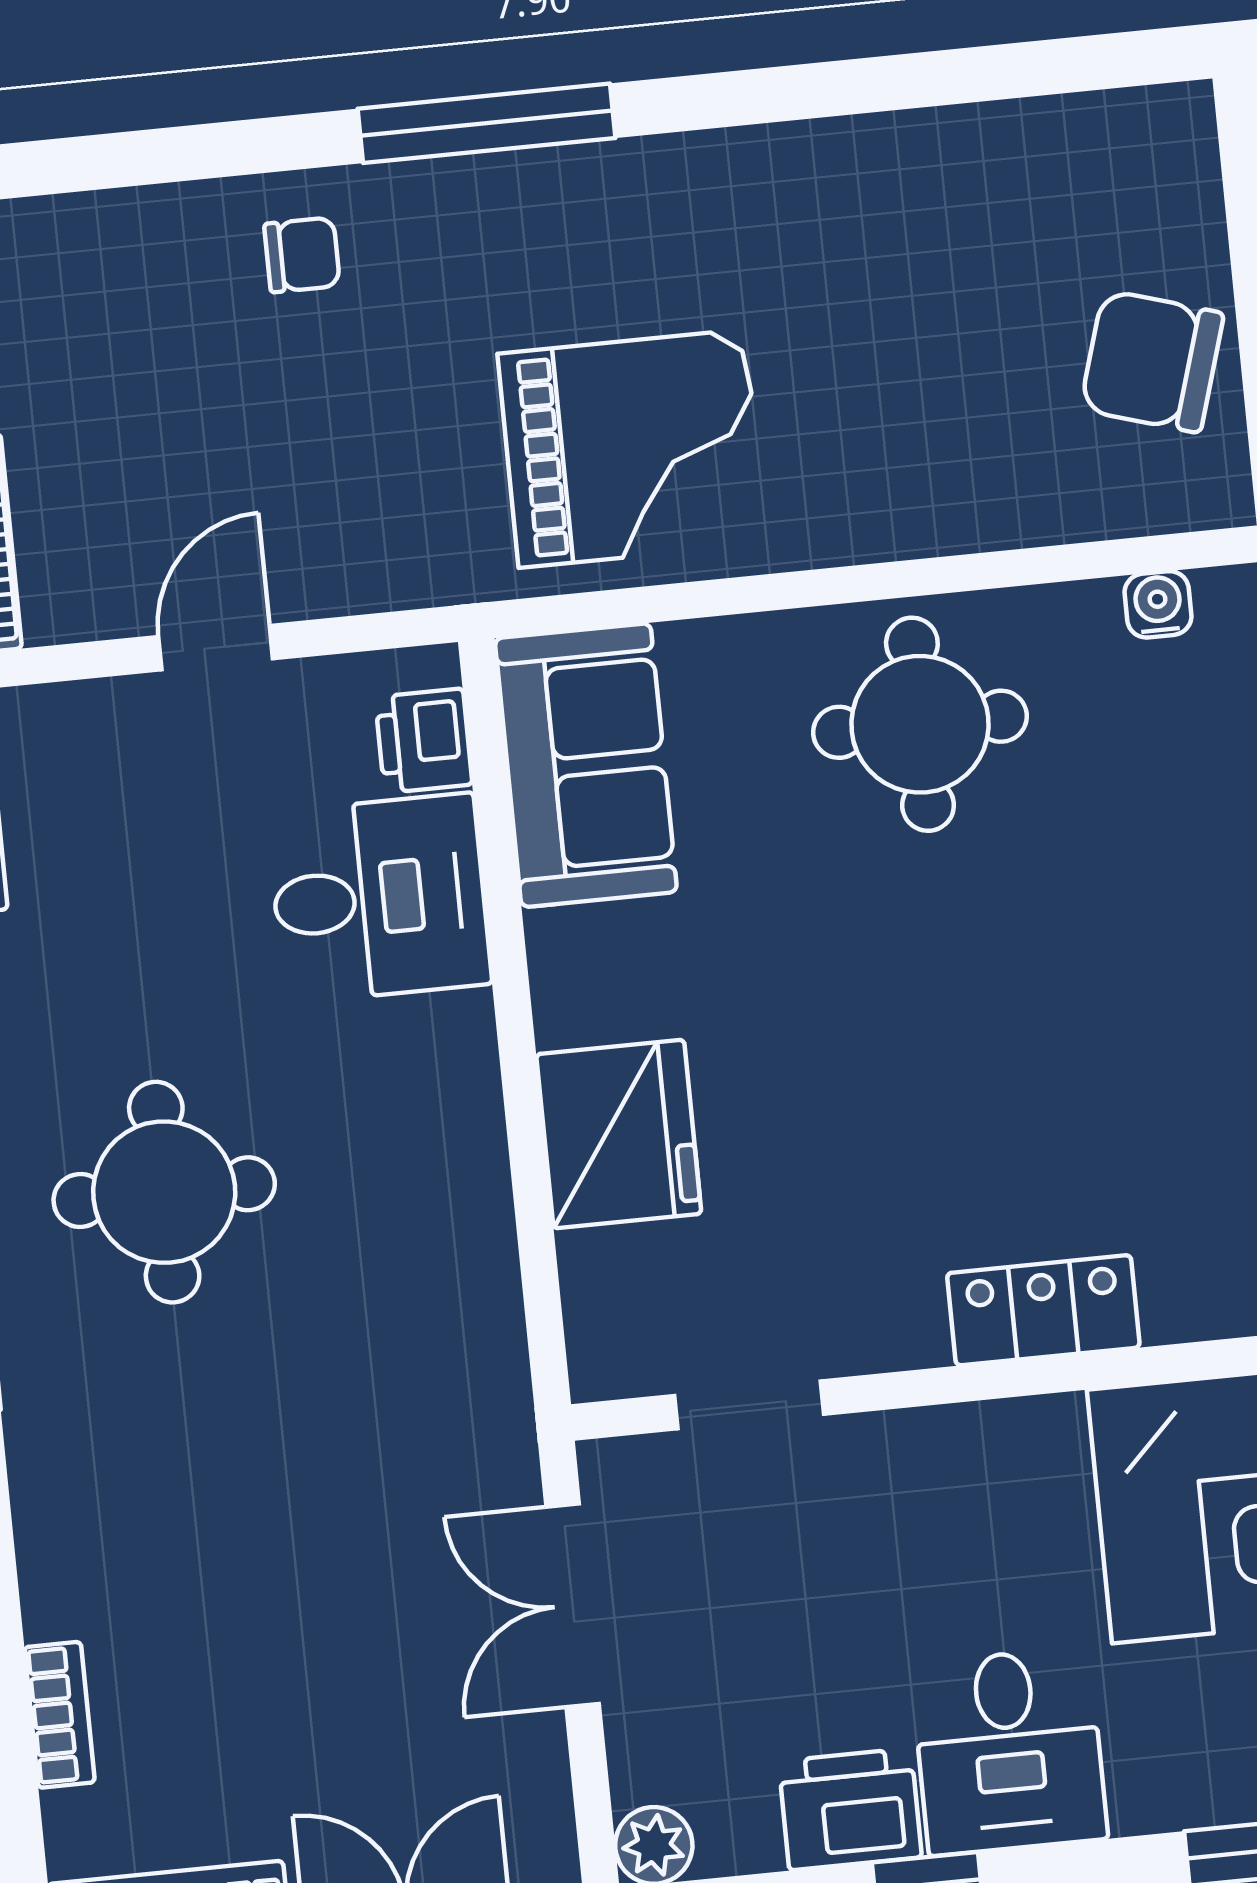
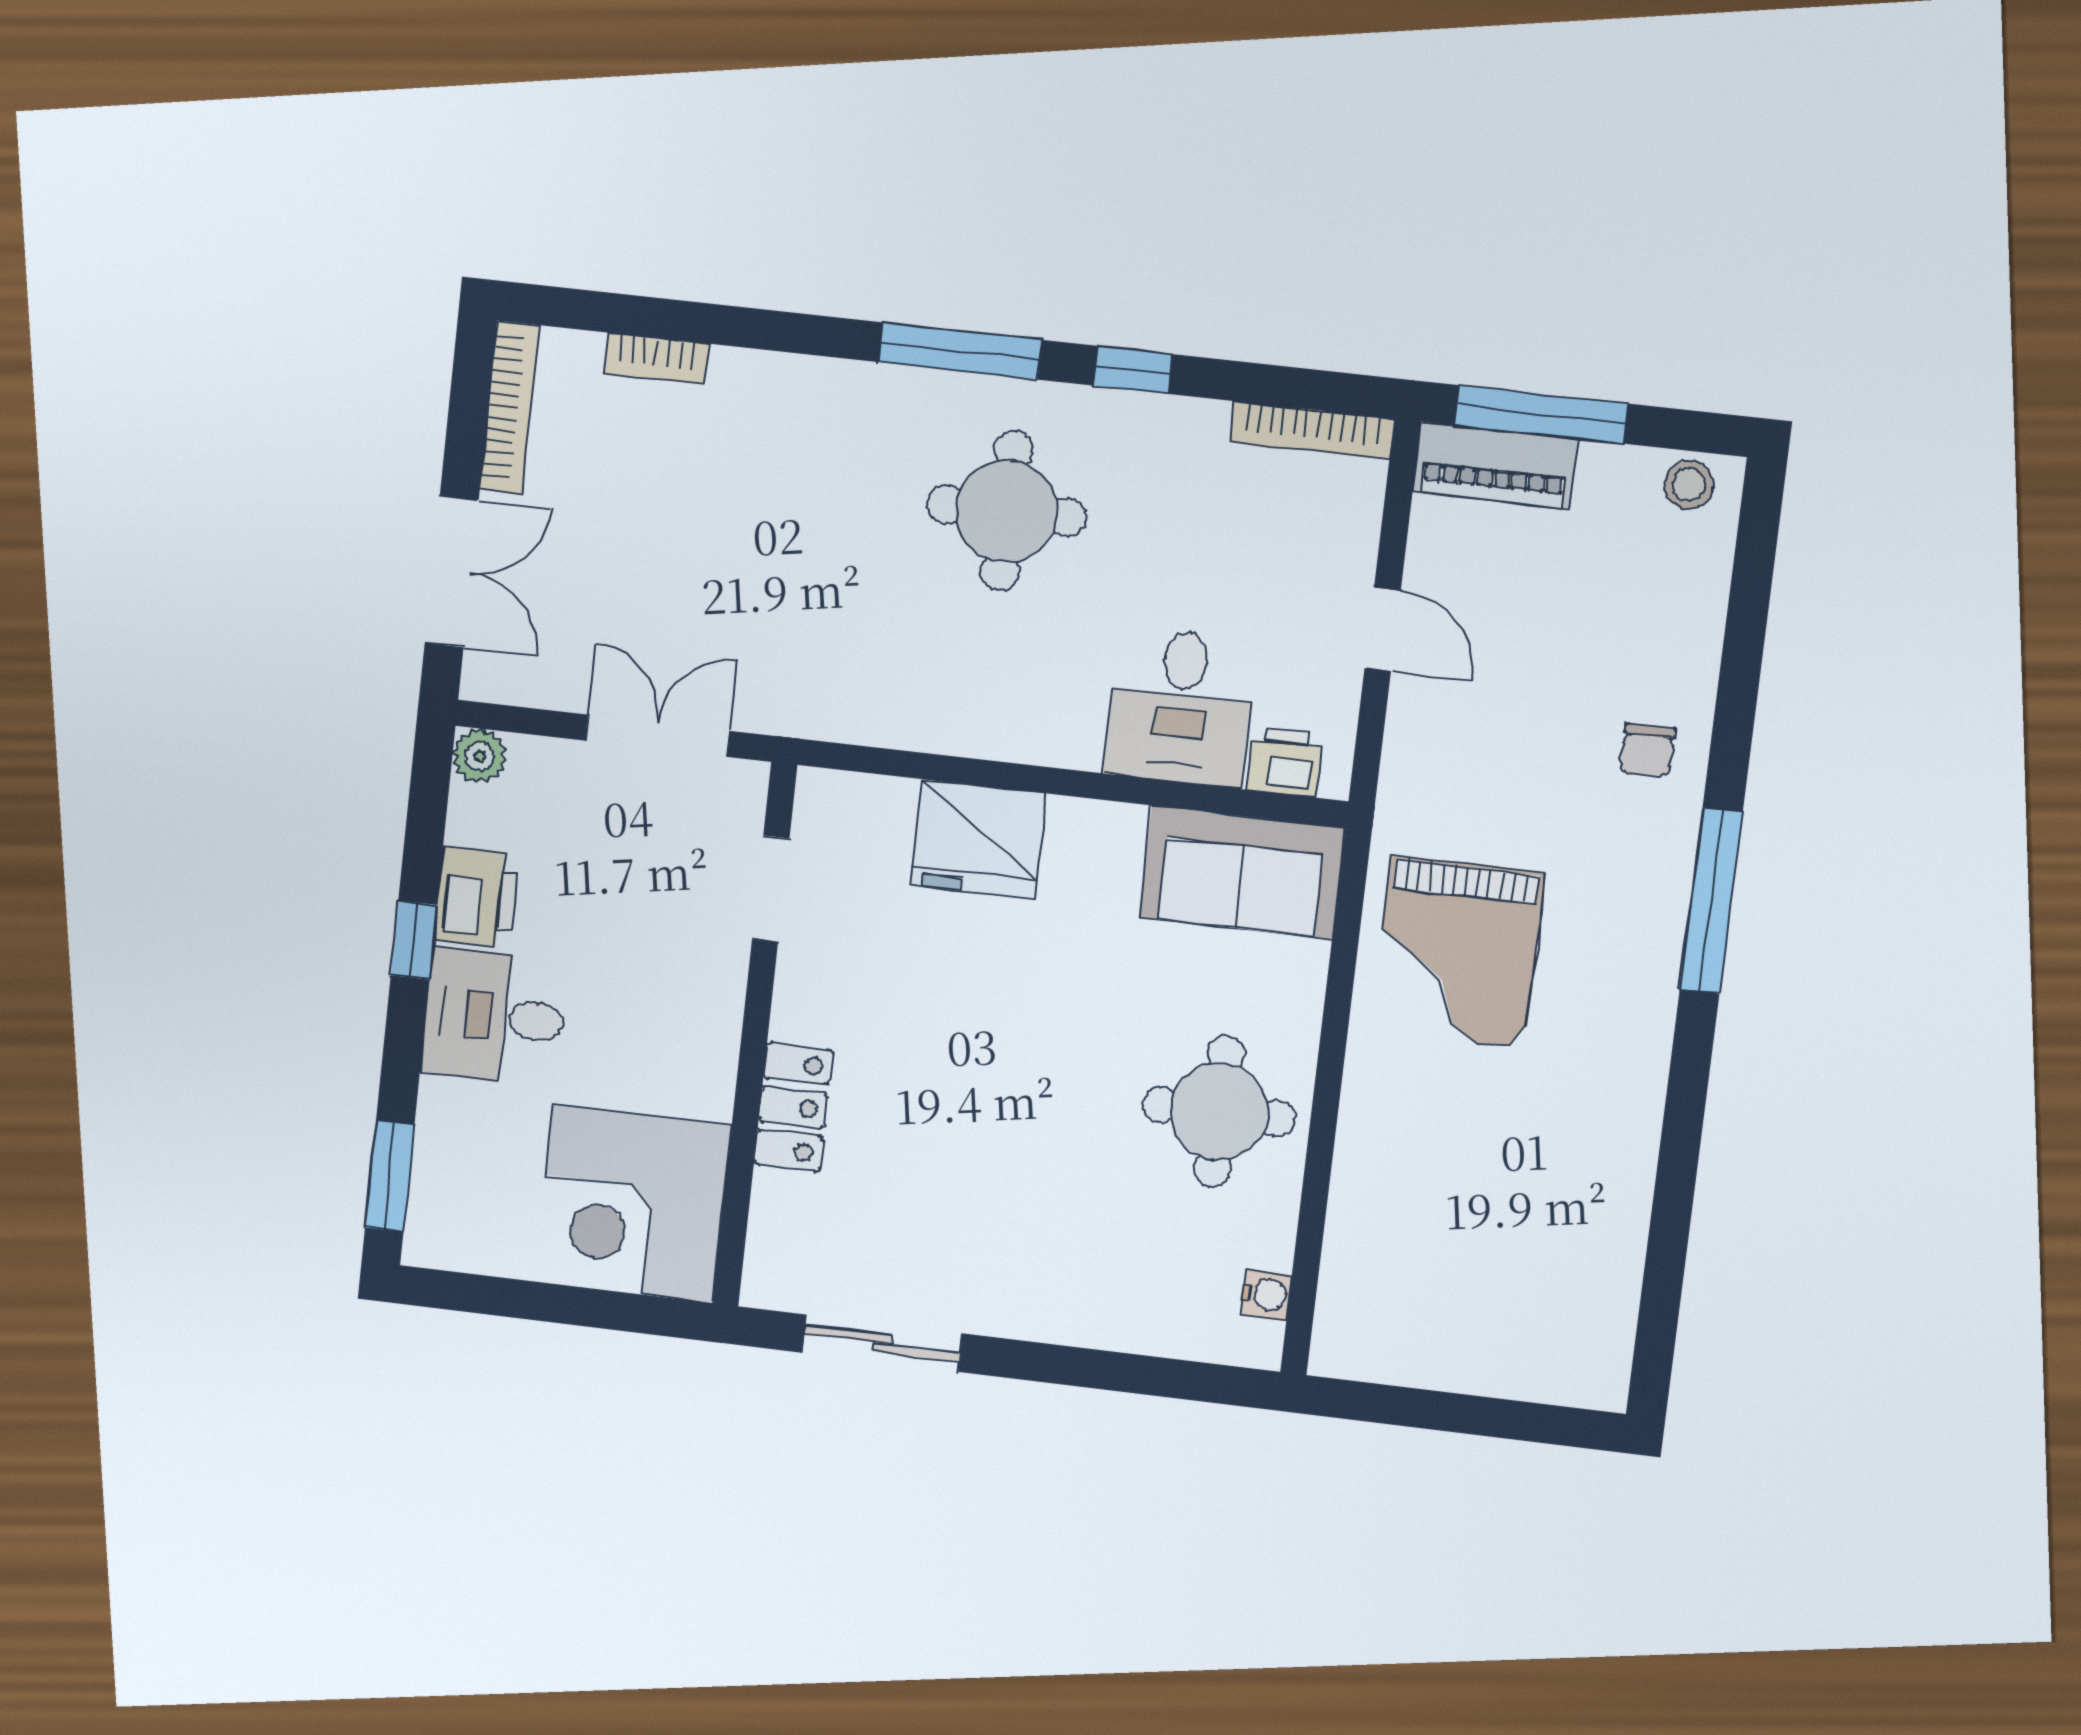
chair: (1152, 361) -> (1437, 1328), removed

